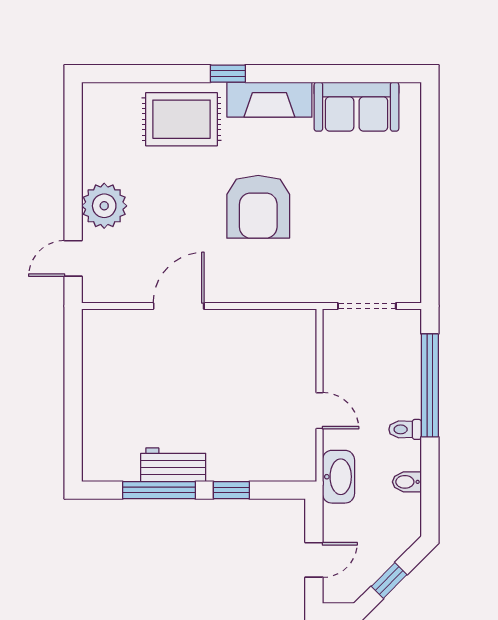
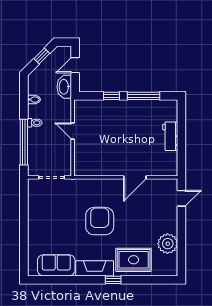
plant: (104, 206) -> (168, 244), moved
workbench: (173, 465) -> (170, 136), moved, turned 90
washbasin: (338, 477) -> (64, 87), moved

